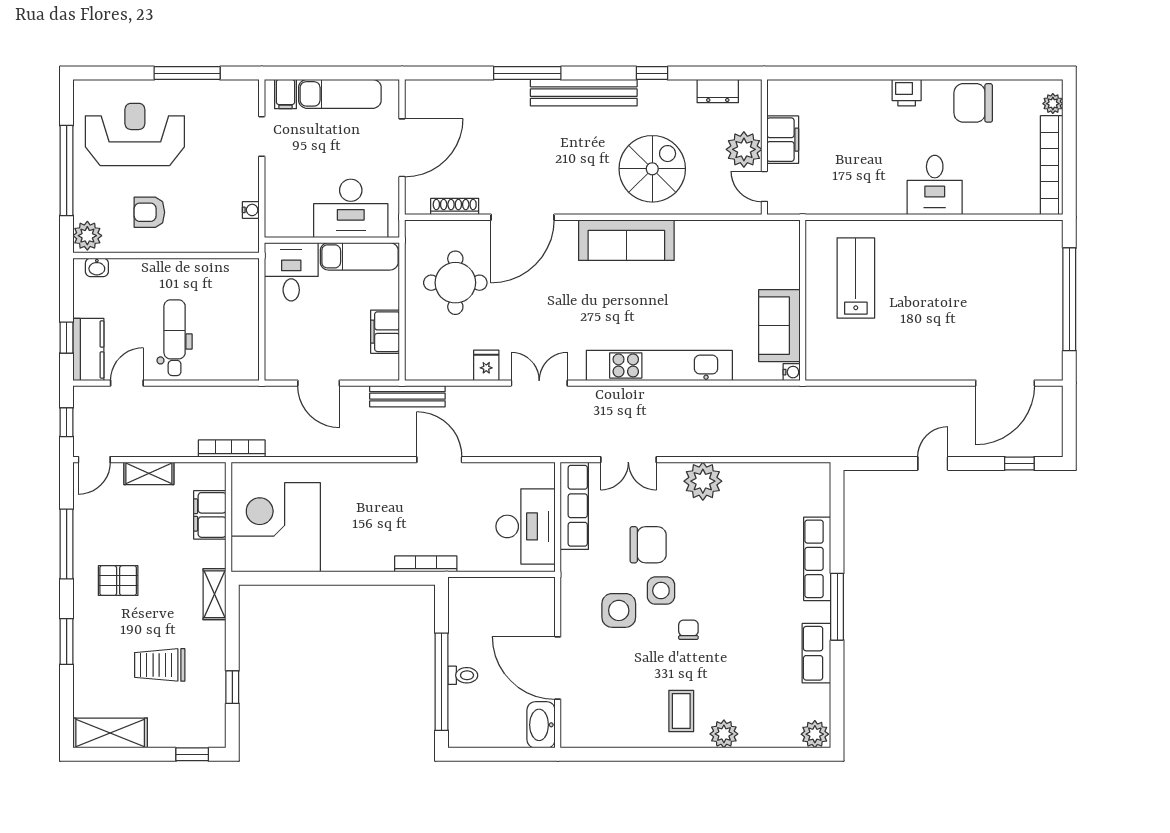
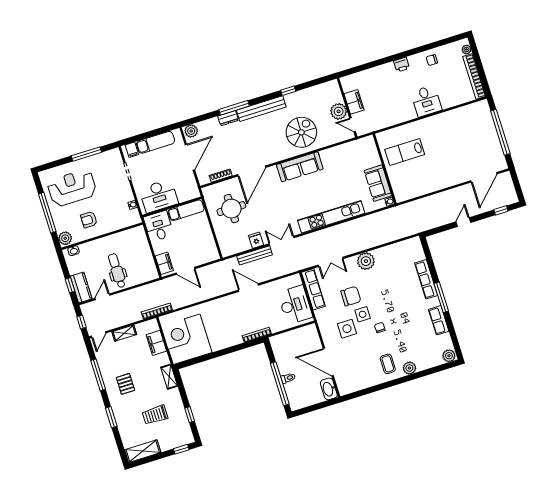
dresser: (718, 91) -> (228, 118), moved
plant: (422, 94) -> (191, 131), added
chair: (973, 103) -> (432, 60), width x0.54, depth x0.54
desk: (351, 208) -> (159, 196), moved
lab bench: (856, 278) -> (405, 152), turned -90
filing cabinet: (385, 332) -> (164, 263), moved, turned 180
bench: (407, 396) -> (255, 255), moved
pallet: (118, 581) -> (125, 384), turned 90

